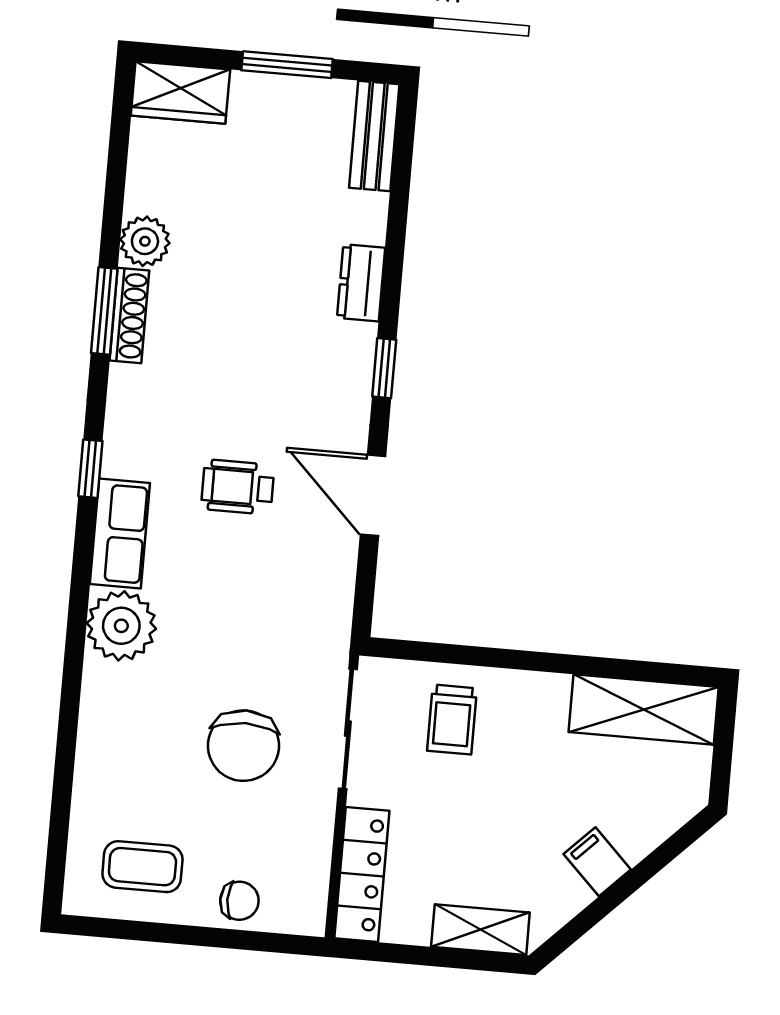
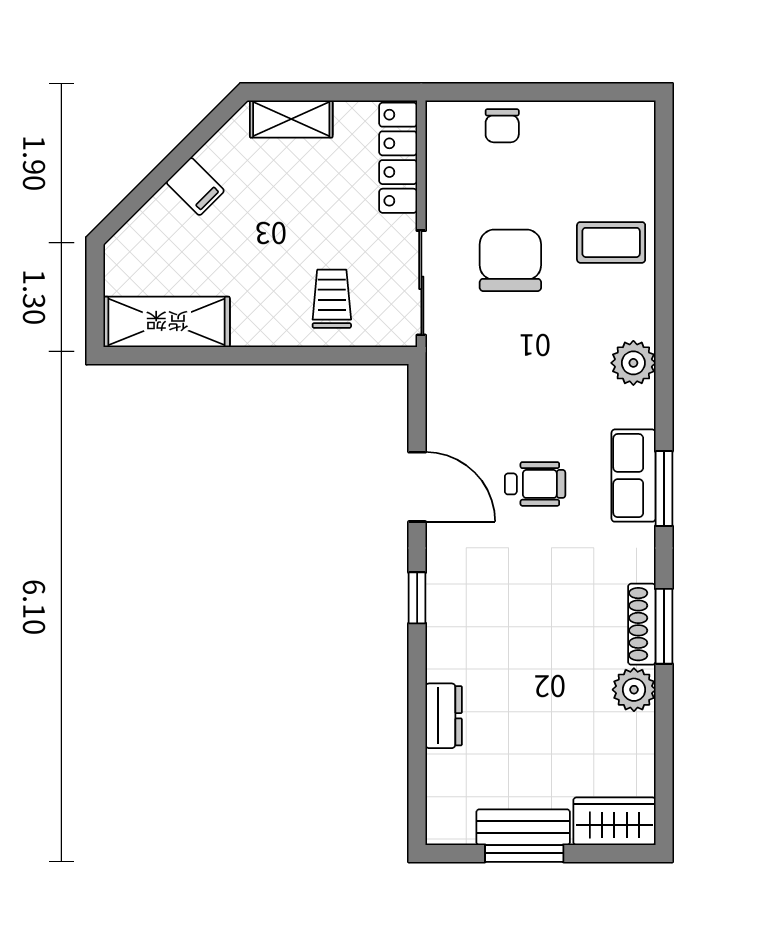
bench: (374, 136) -> (523, 827), moved, turned 90
dresser: (361, 283) -> (444, 716), moved
window: (90, 469) -> (664, 489), width x1.50
row of seats: (120, 534) -> (634, 476), moved
plant: (121, 626) -> (633, 363), width x0.73, depth x0.73
coffee table: (142, 867) -> (611, 242), moved
chair: (239, 901) -> (502, 126), turned -90

